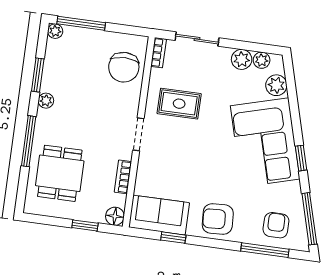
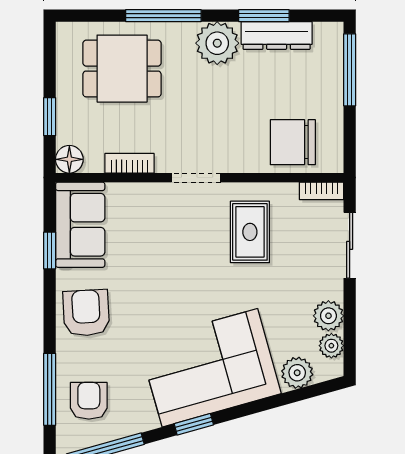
plant: (55, 31) -> (333, 33), removed
dresser: (52, 68) -> (277, 35), added
plant: (46, 101) -> (217, 43), width x1.87, depth x1.87
armchair: (276, 225) -> (89, 401), turned -90

